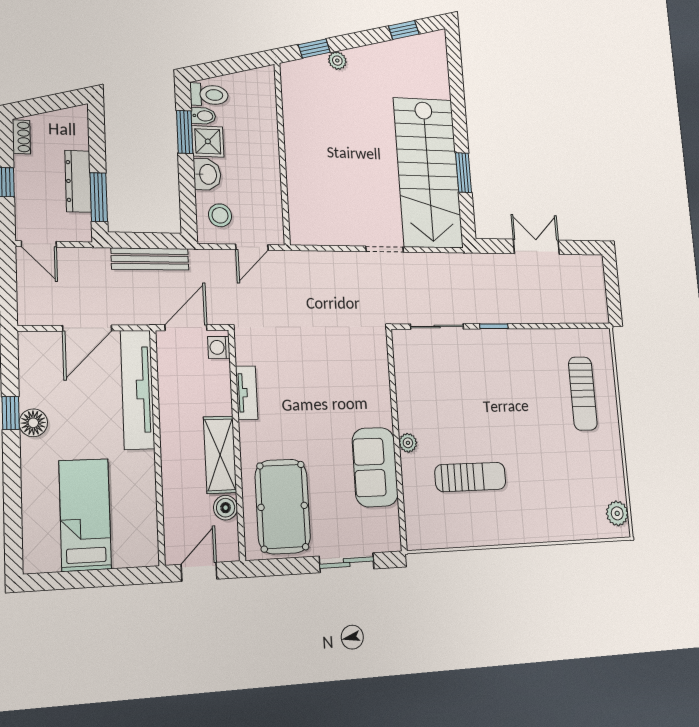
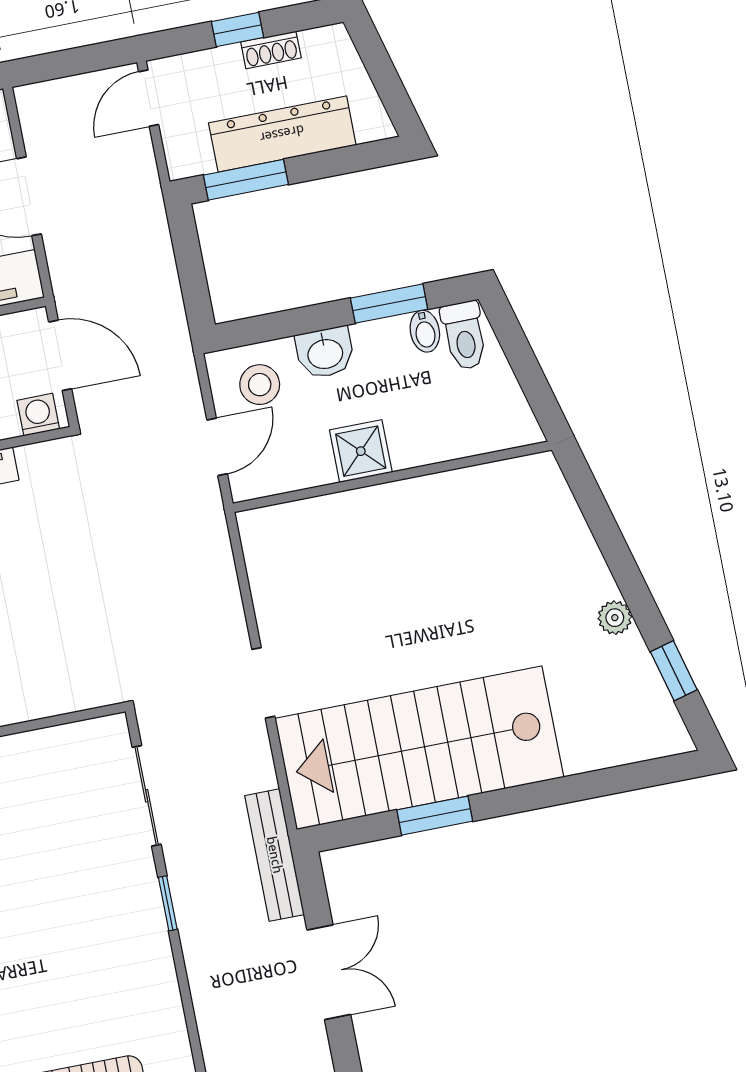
window: (314, 48) -> (595, 509), removed
plant: (337, 61) -> (615, 618), moved
shoe rack: (21, 137) -> (271, 50), moved
shower: (208, 141) -> (361, 451), moved
dresser: (78, 181) -> (282, 134), width x1.37, depth x1.24
door: (252, 247) -> (217, 447), swing flipped
bench: (150, 259) -> (275, 855), moved

